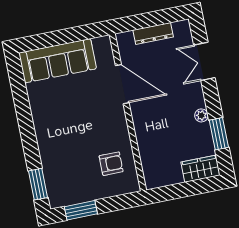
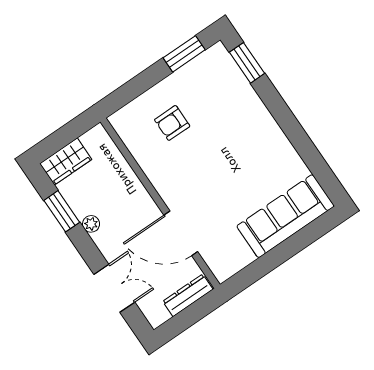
door: (122, 84) -> (181, 233), moved
wall: (128, 112) -> (160, 203), moved

